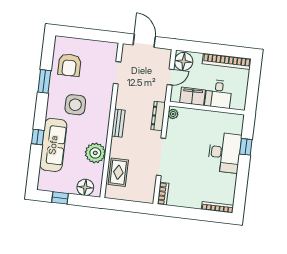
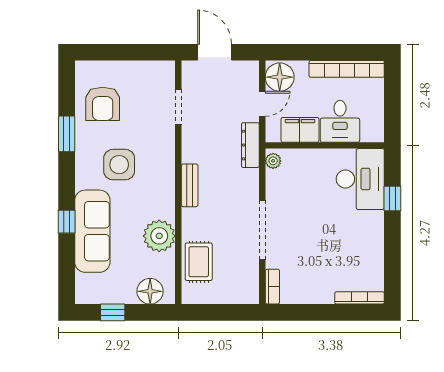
dresser: (158, 116) -> (250, 145), moved
desk: (224, 153) -> (360, 179), moved

